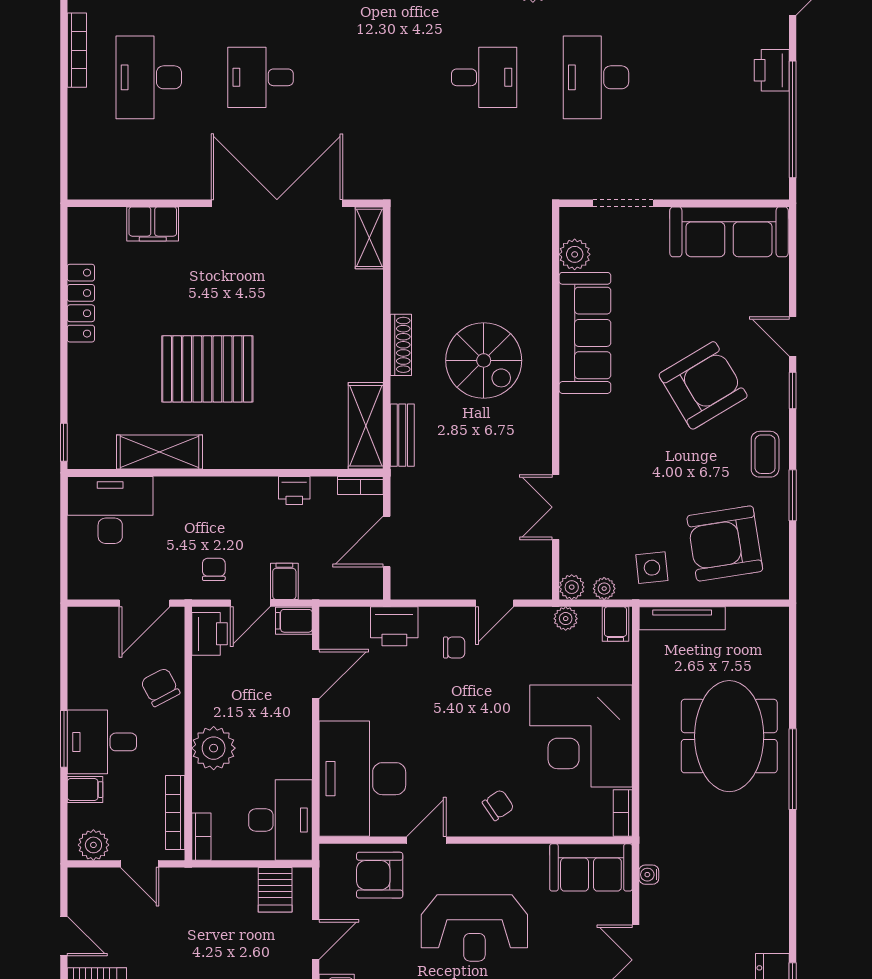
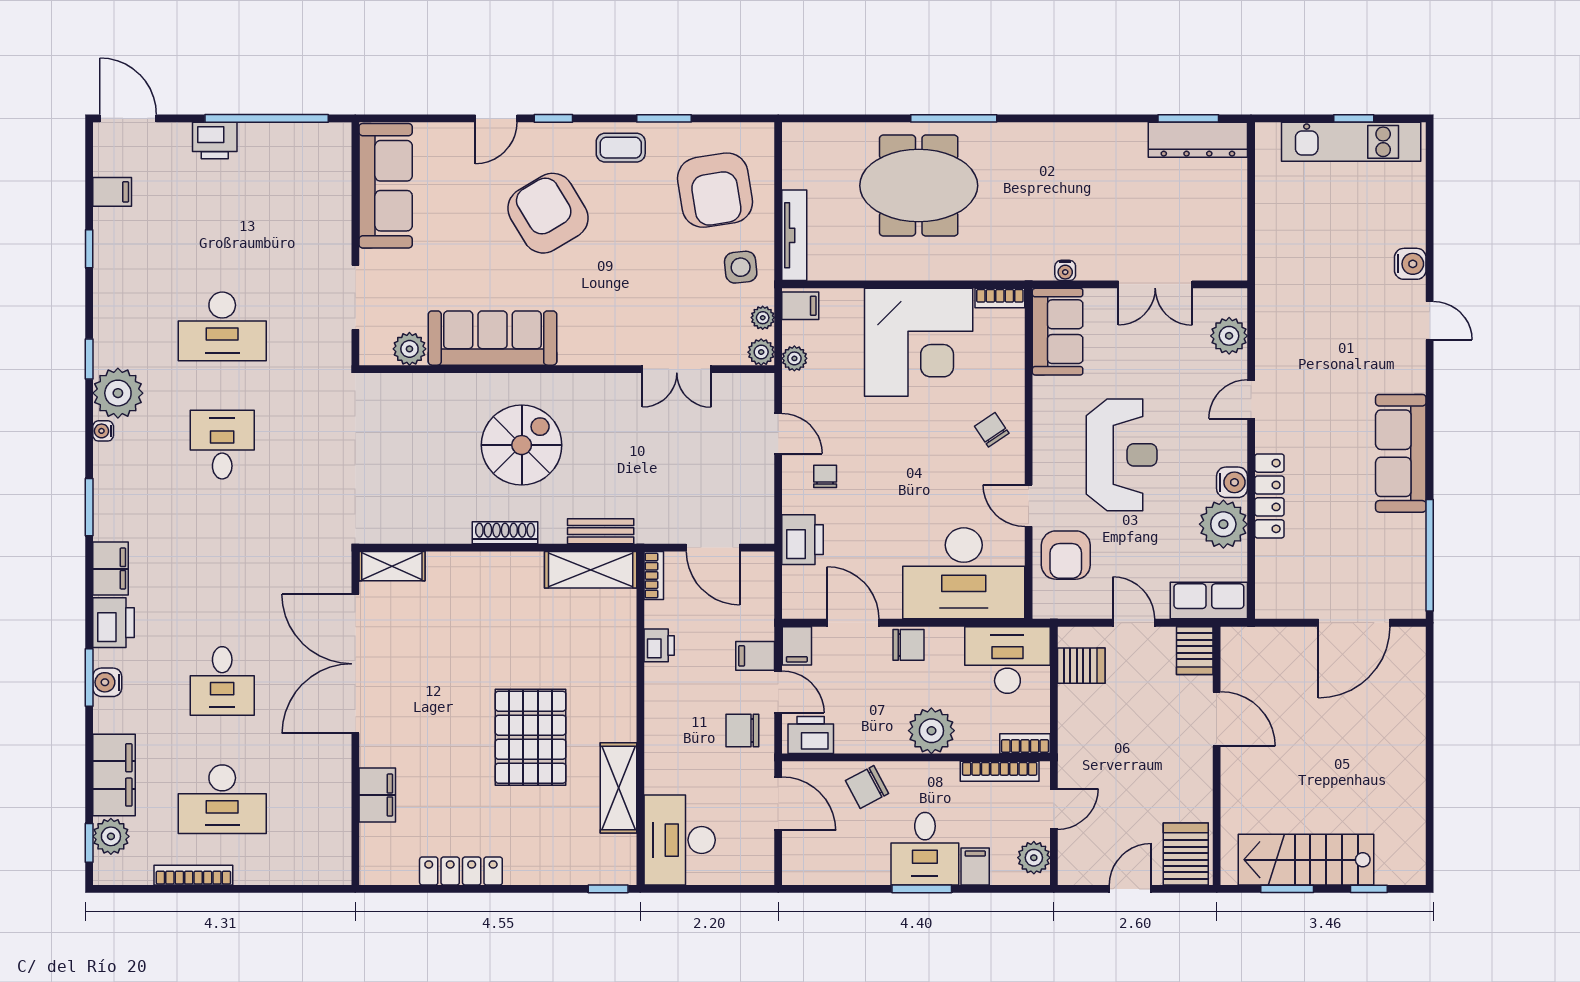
chair: (214, 569) -> (742, 730), width x1.37, depth x1.37
chair: (295, 726) -> (908, 645), added

